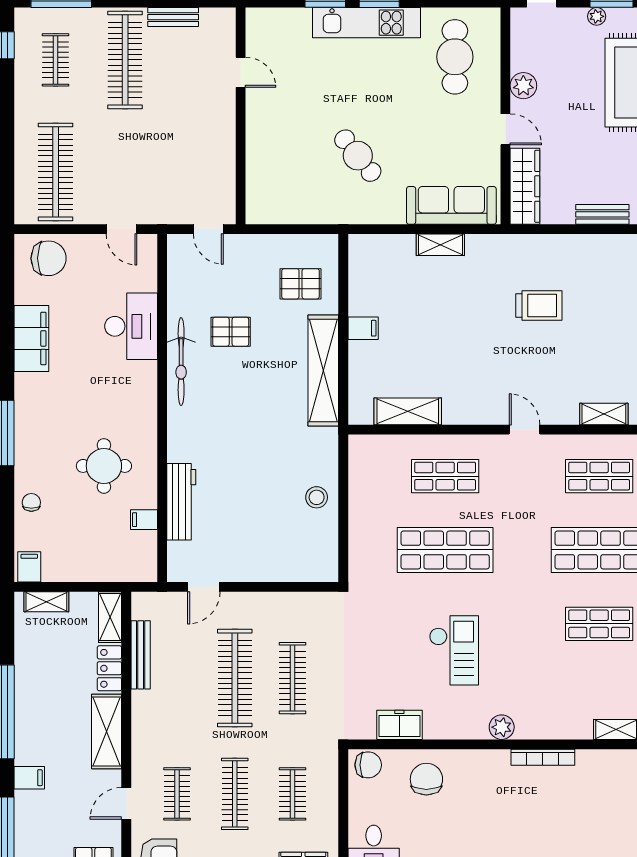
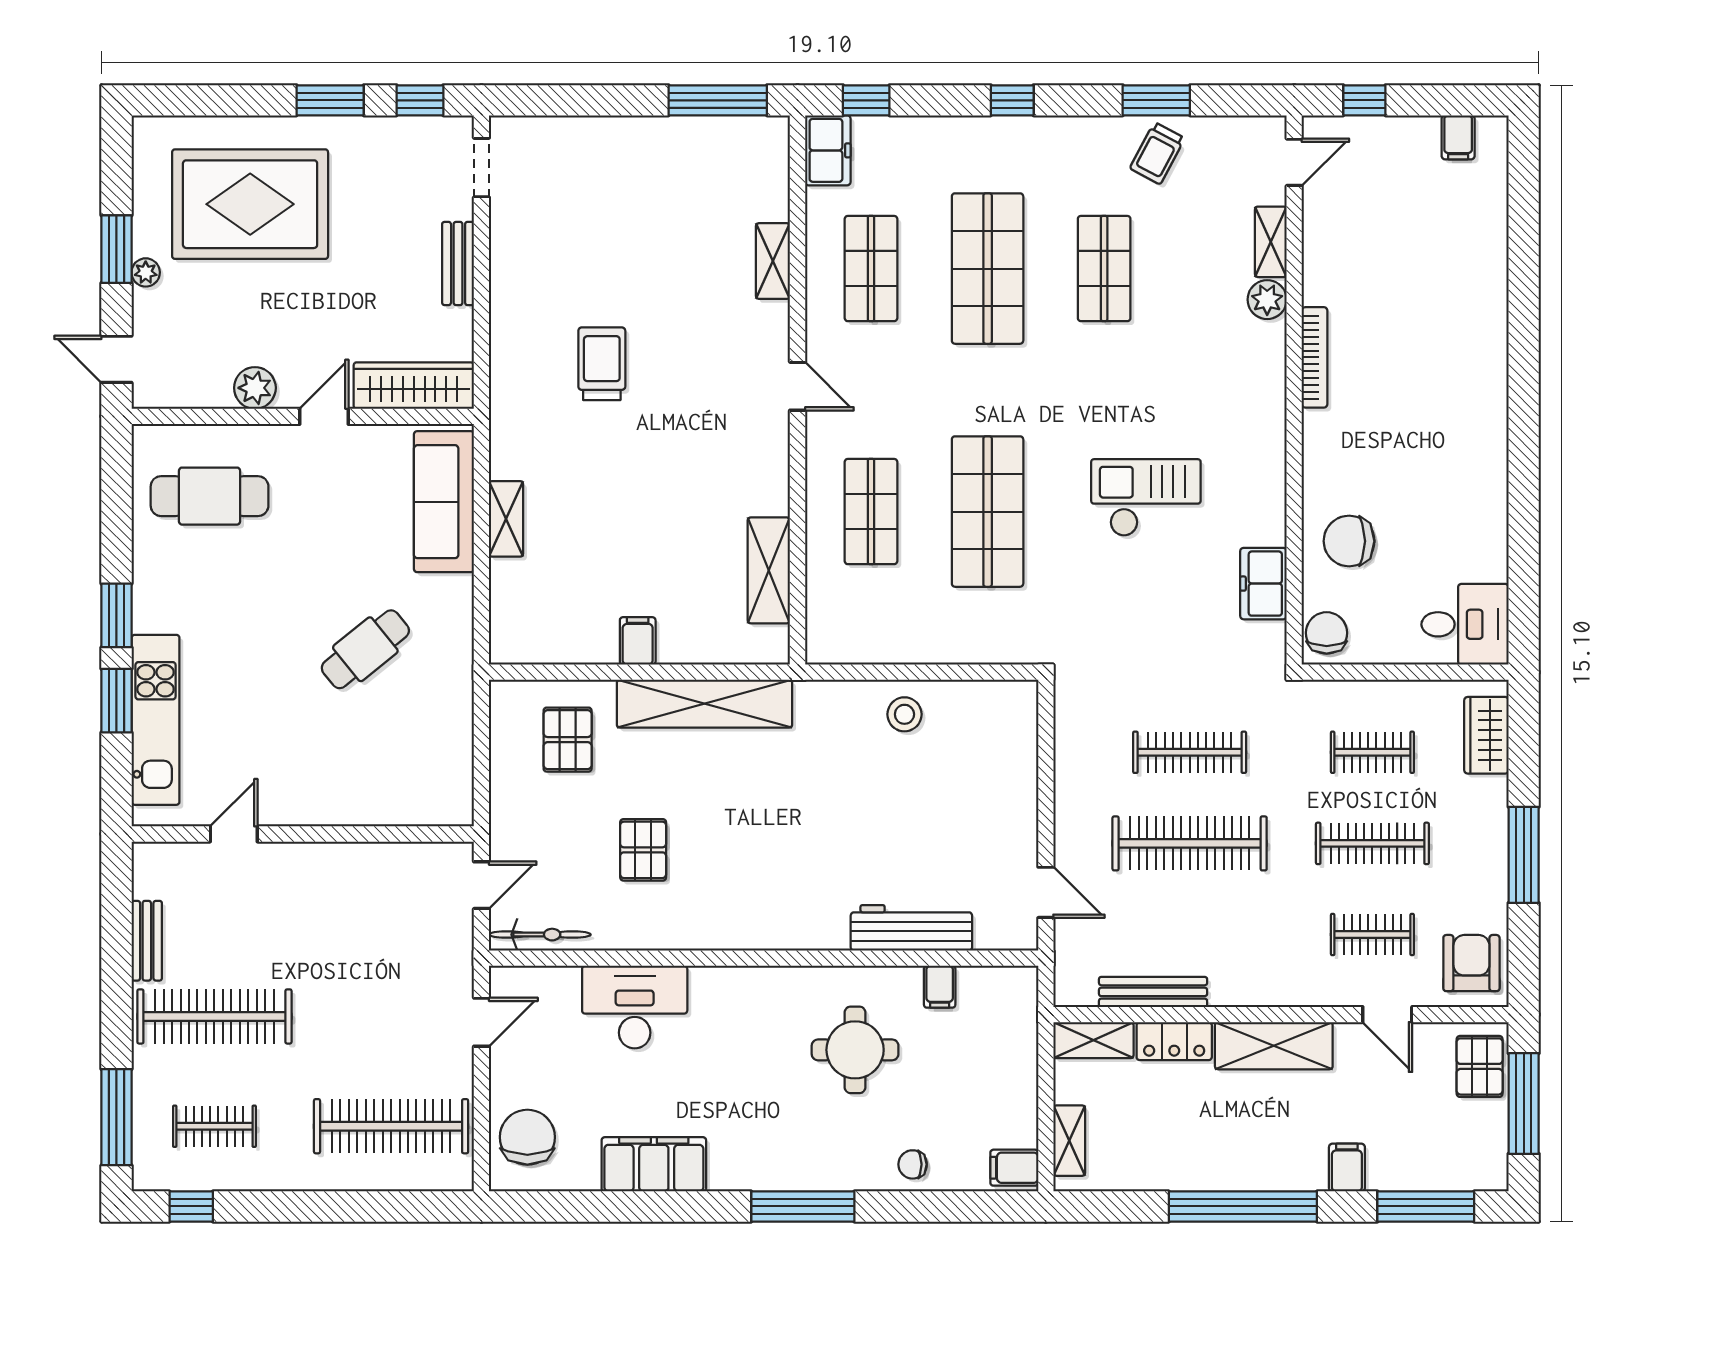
kitchen unit: (367, 23) -> (156, 720), moved
bicycle: (181, 362) -> (540, 935), moved, width x0.73, depth x0.71
door: (525, 430) -> (798, 386), swing flipped
plant: (502, 727) -> (1267, 300), moved

